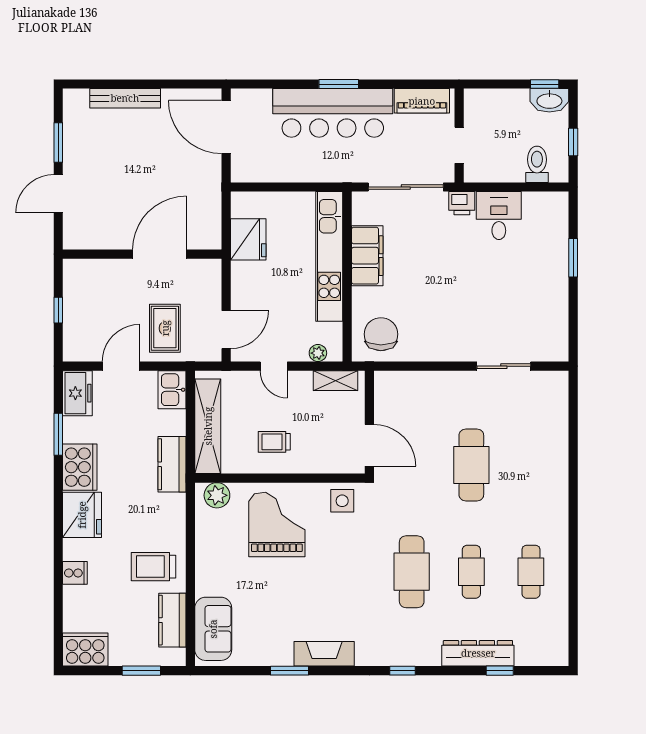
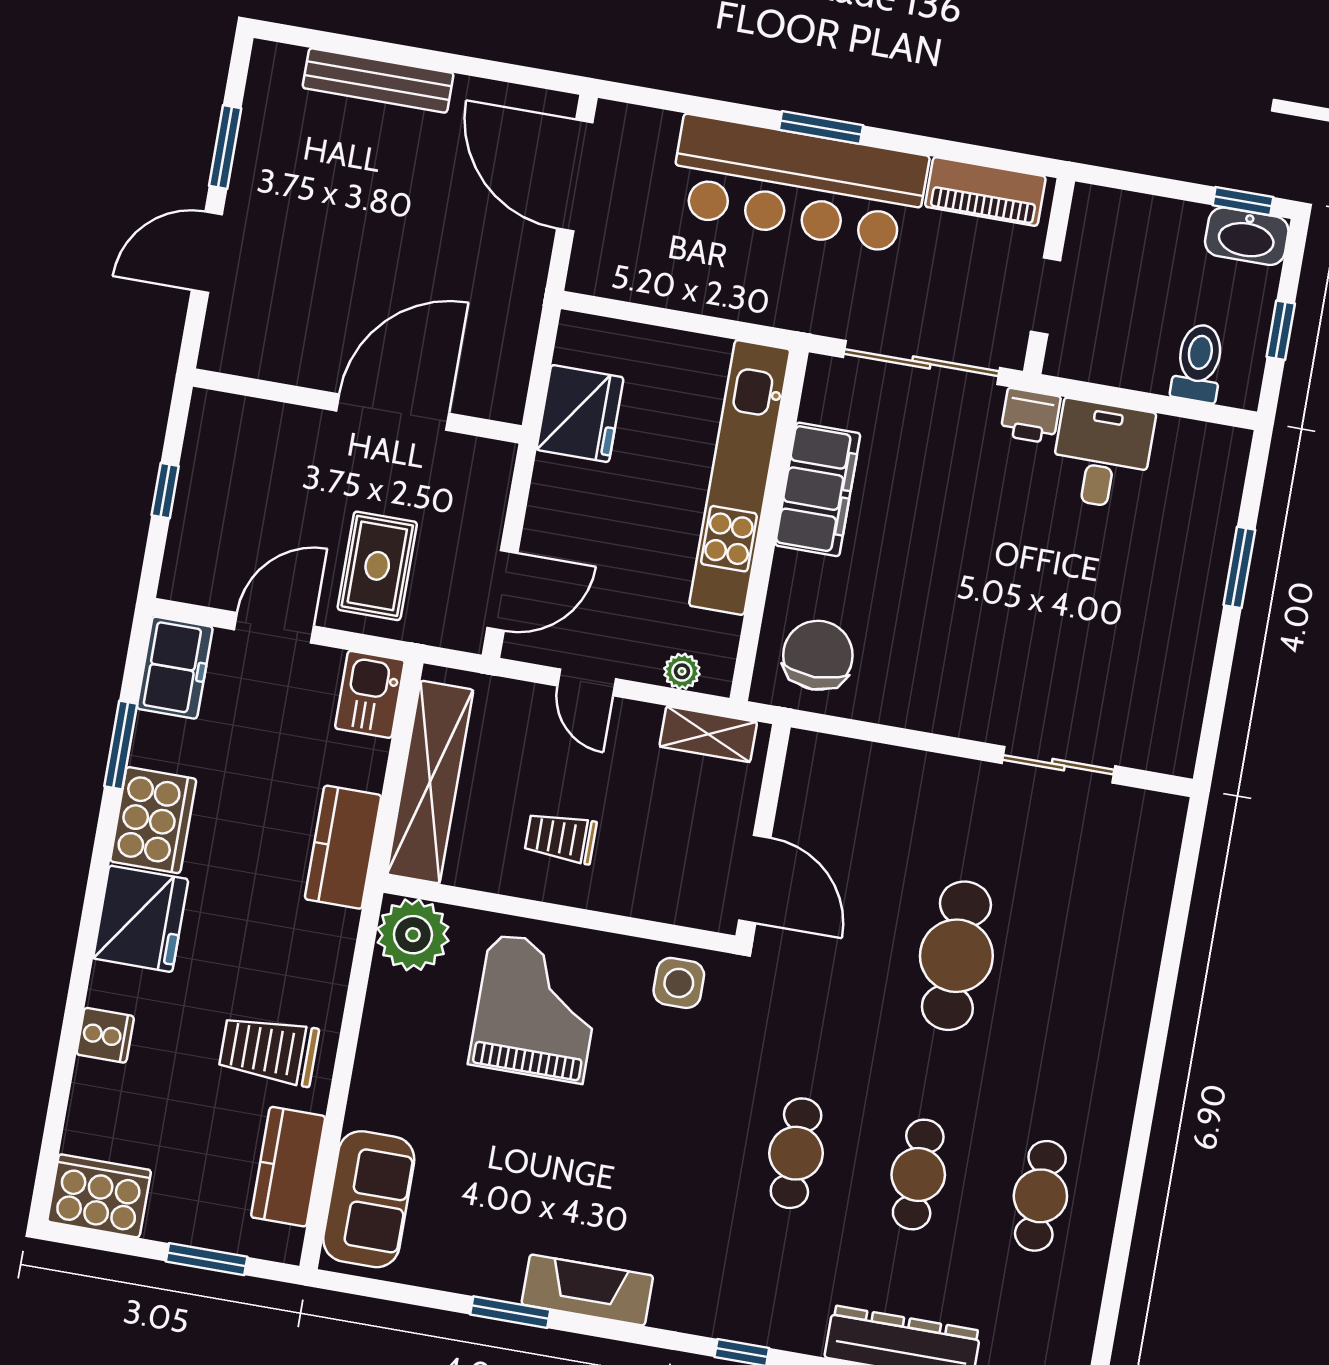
plant: (217, 495) -> (413, 935), width x1.36, depth x1.36
cafe table: (412, 572) -> (796, 1153), width x0.73, depth x0.74

